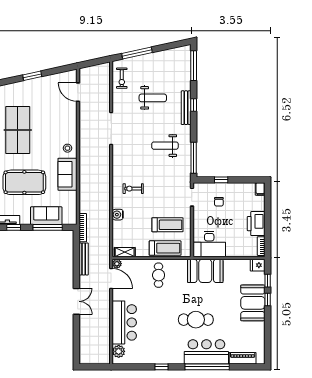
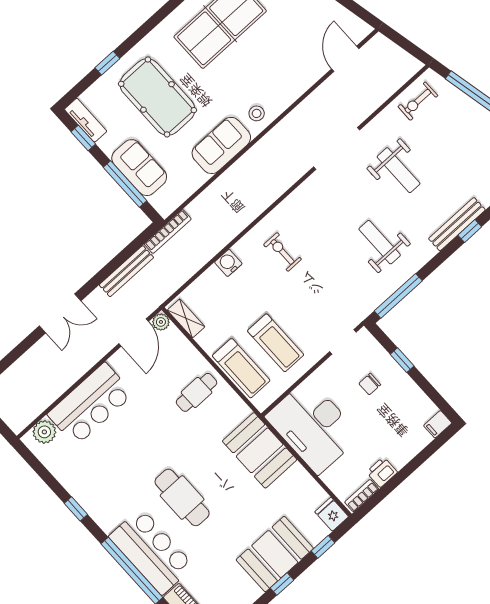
weight bench: (153, 98) -> (399, 170), moved
printer: (256, 224) -> (382, 472), width x0.53, depth x0.68
desk: (209, 244) -> (313, 426), width x1.36, depth x1.30
window: (268, 300) -> (282, 584), moved

